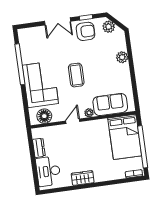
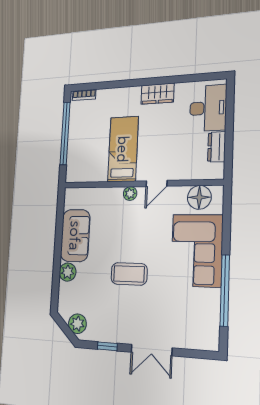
double door: (58, 21) -> (151, 350), swing flipped
armchair: (86, 31) -> (112, 324), removed
coffee table: (76, 75) -> (129, 274), moved, turned 90
sofa: (110, 105) -> (75, 236), moved, turned -90
bed: (125, 137) -> (123, 149), moved, width x0.67

